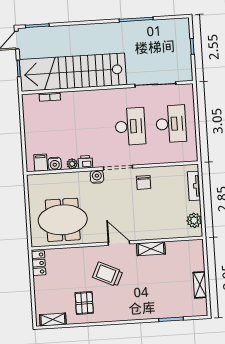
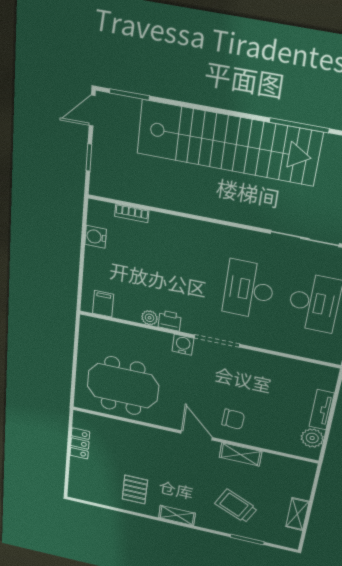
stairs: (73, 72) -> (228, 143), moved, turned 180
desk: (130, 126) -> (249, 290), turned 180
water cooler: (55, 164) -> (96, 237), moved, turned 90
chair: (144, 182) -> (233, 419), moved, turned -87
tv unit: (194, 186) -> (322, 410), moved
locker: (39, 263) -> (80, 444), moved
trolley: (108, 274) -> (236, 506), moved
shelving: (53, 320) -> (177, 515), moved

